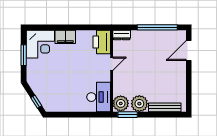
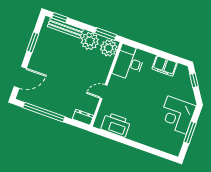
filing cabinet: (65, 37) -> (165, 66), moved, turned 180
printer: (102, 42) -> (116, 125), moved, turned -90
corner desk: (40, 44) -> (177, 115), moved, turned -90
window: (189, 85) -> (33, 42), added
window: (173, 115) -> (60, 18), added

